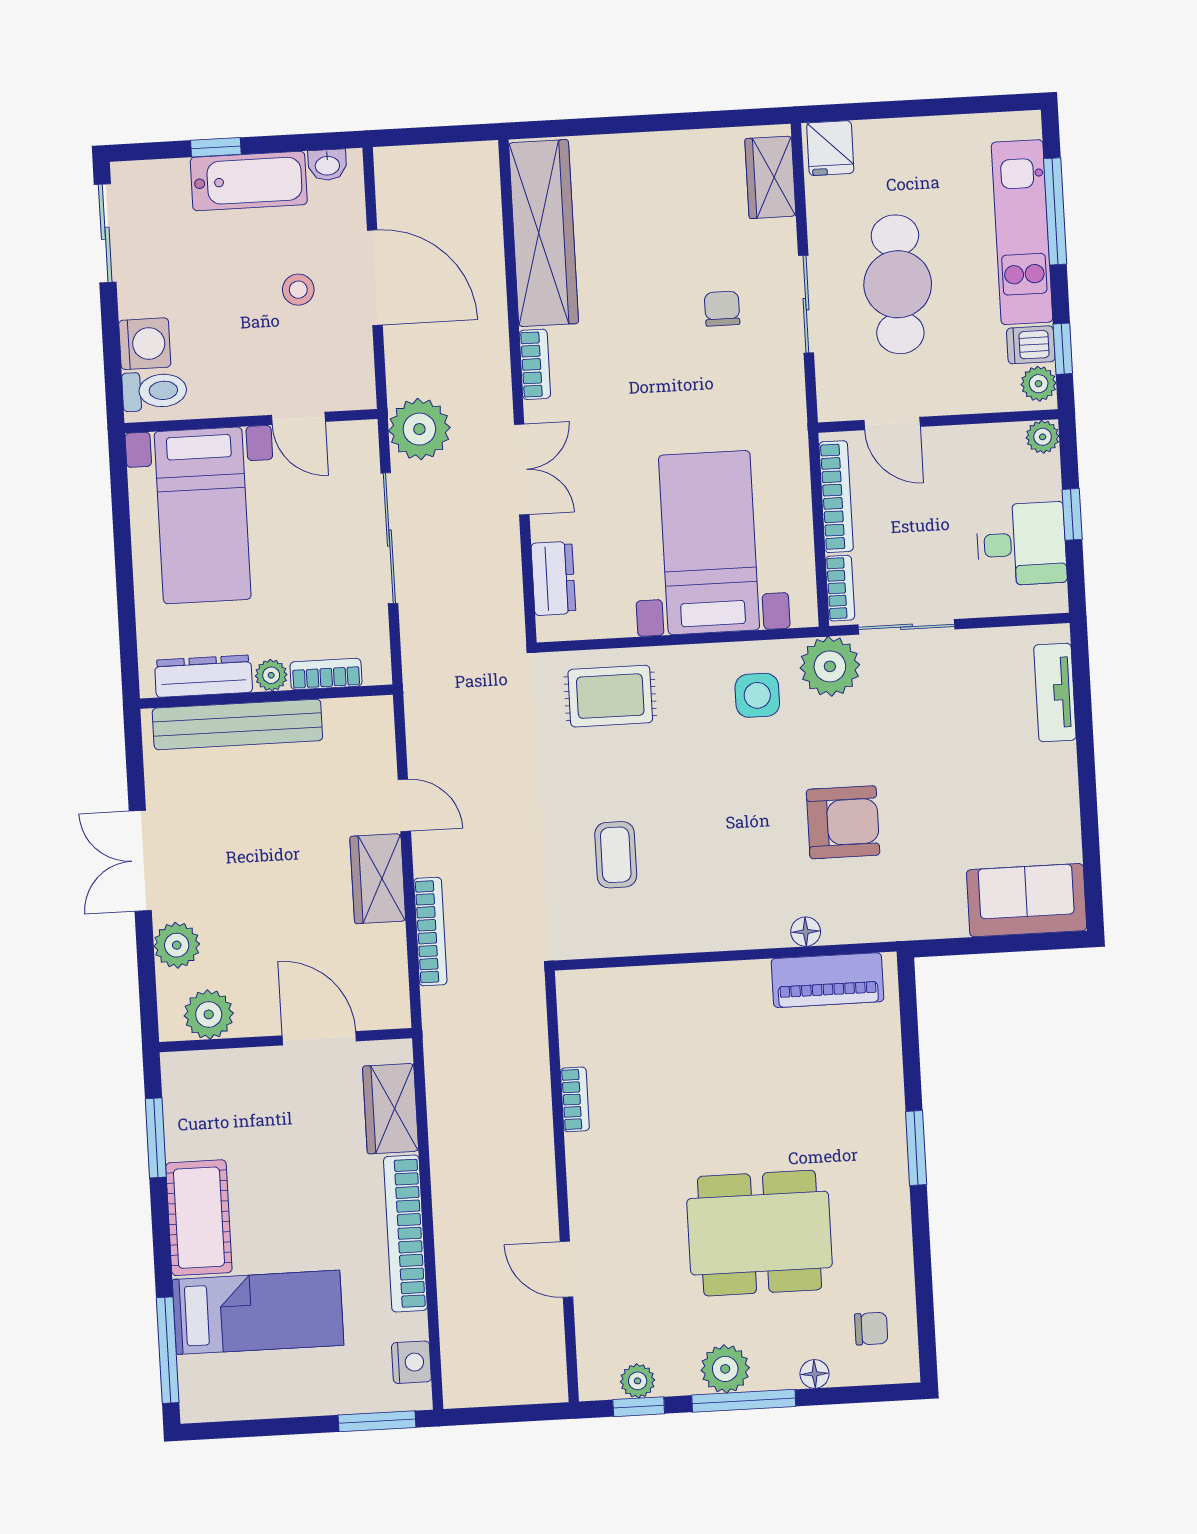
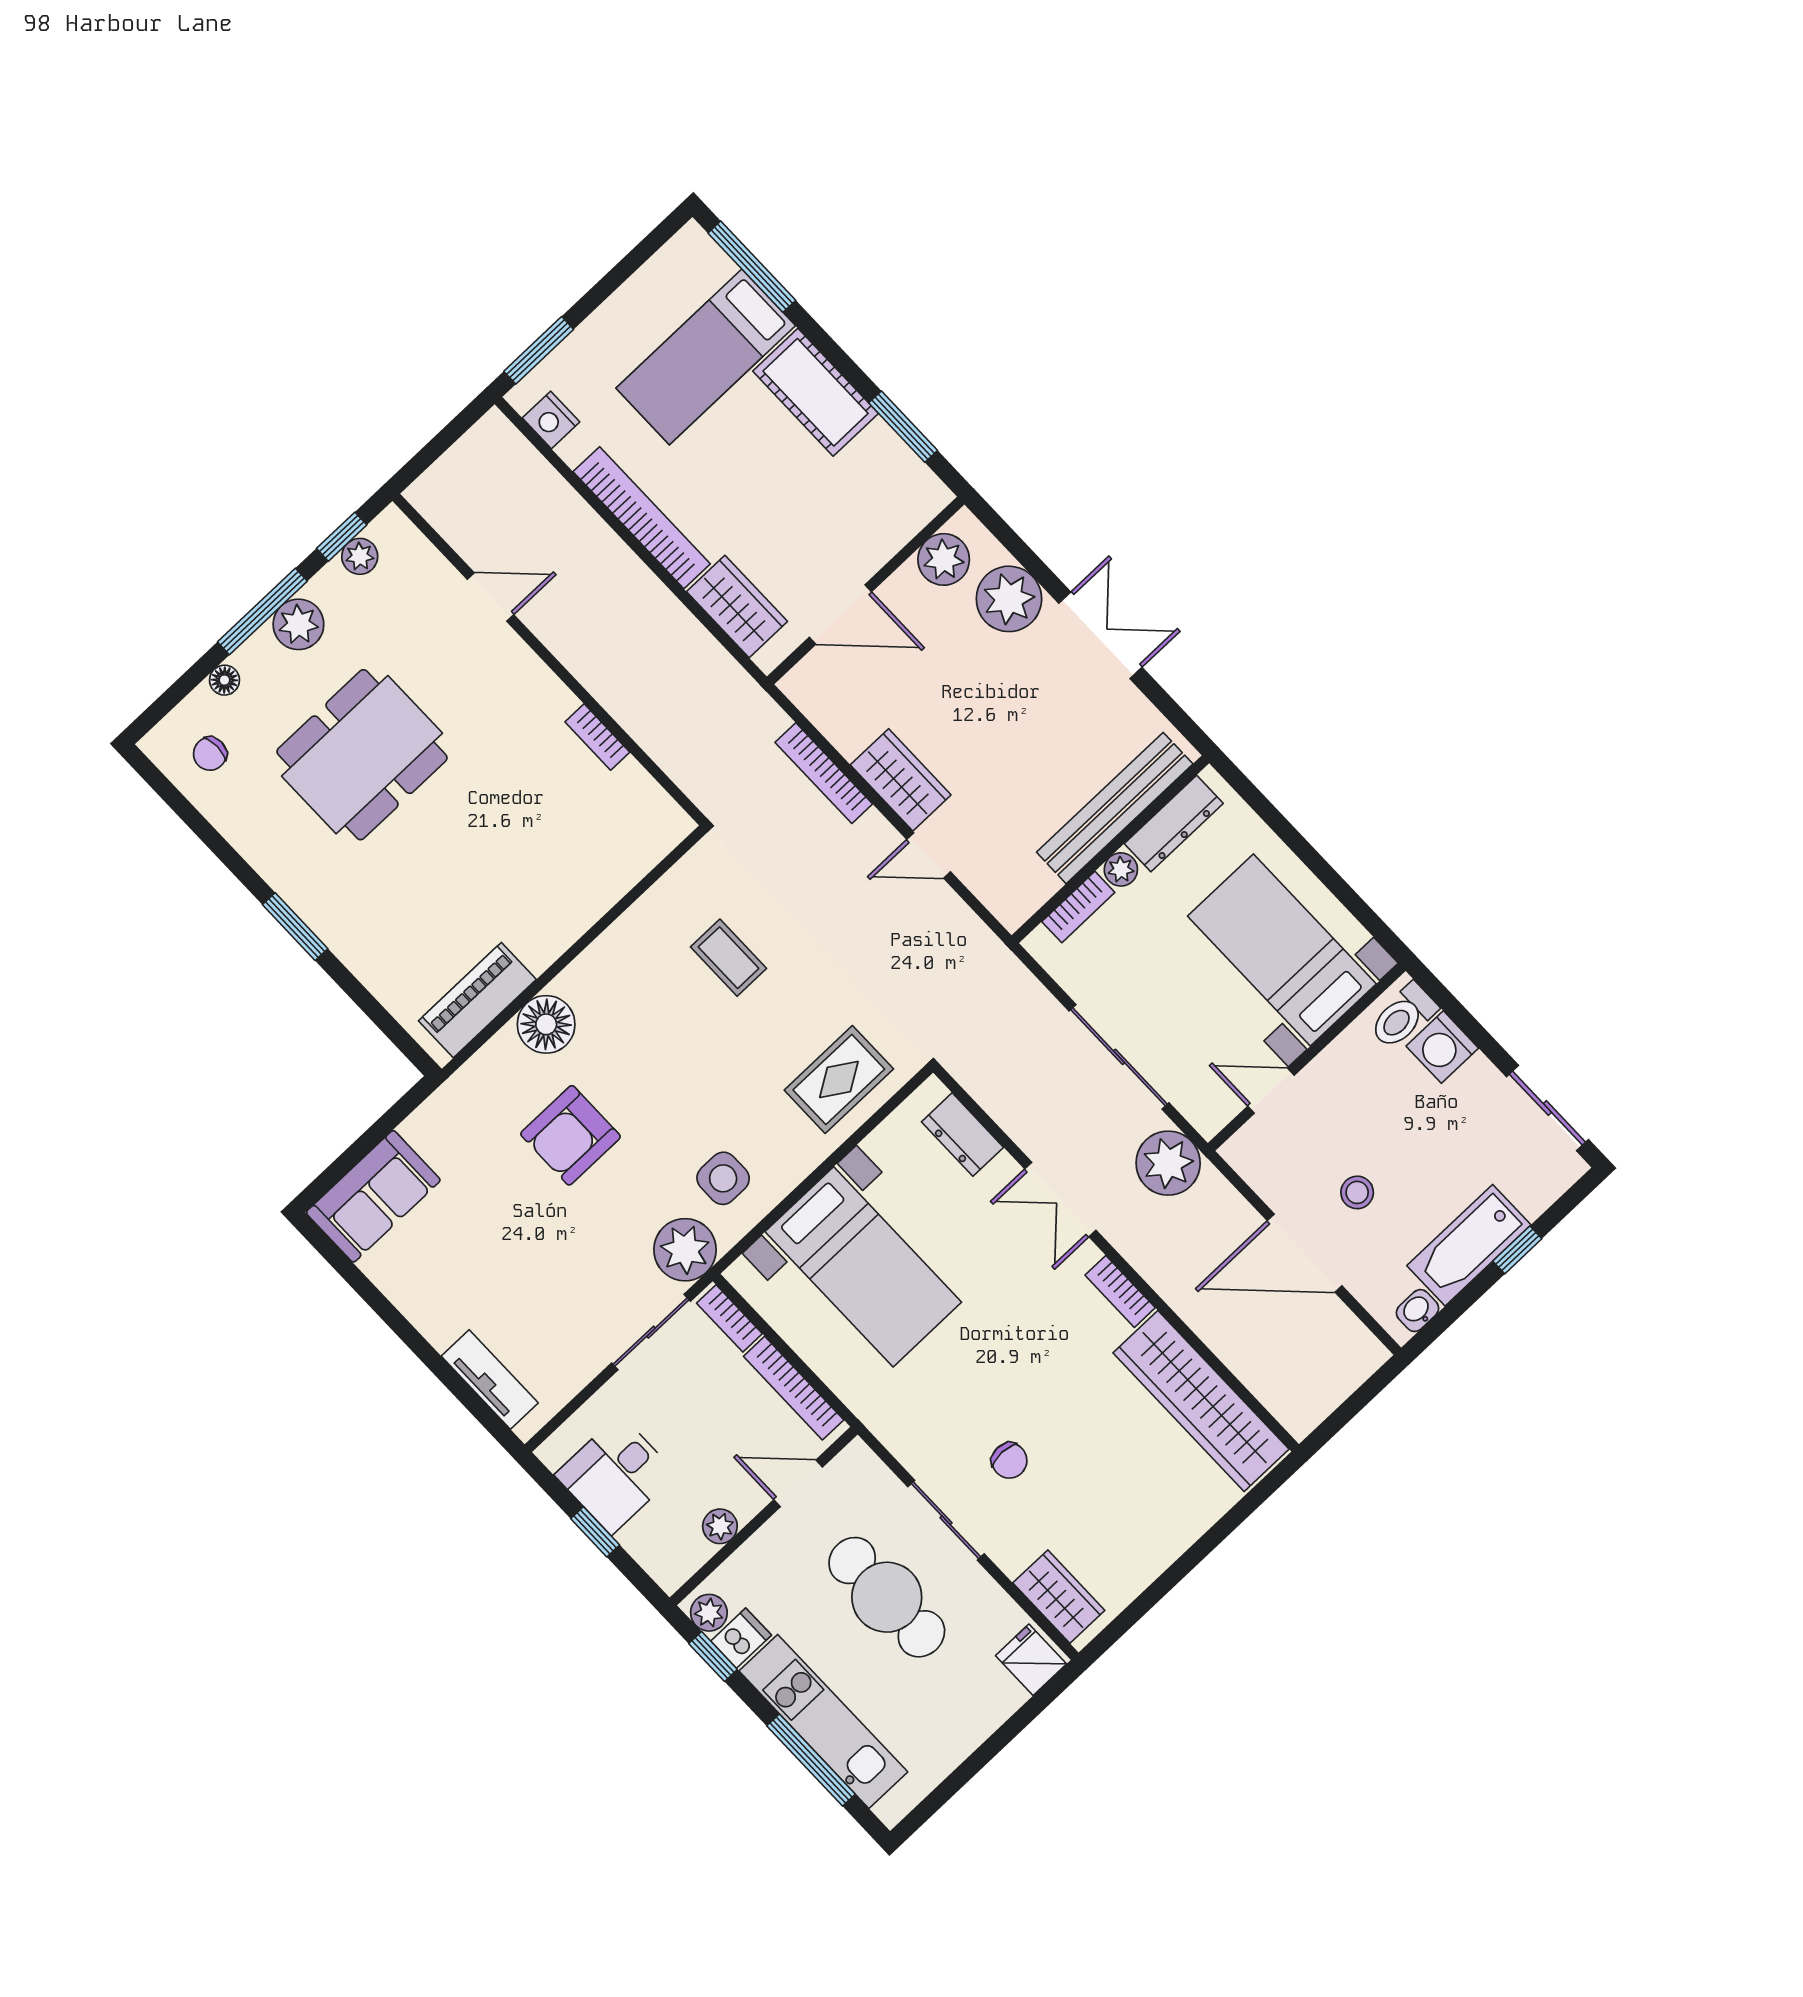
plant: (1043, 437) -> (720, 1526), moved
floor lamp: (806, 932) -> (546, 1024), width x1.89, depth x1.89
plant: (177, 945) -> (1009, 599), width x1.36, depth x1.36

